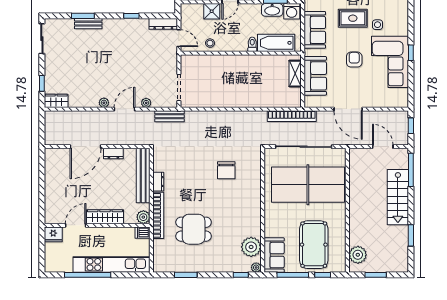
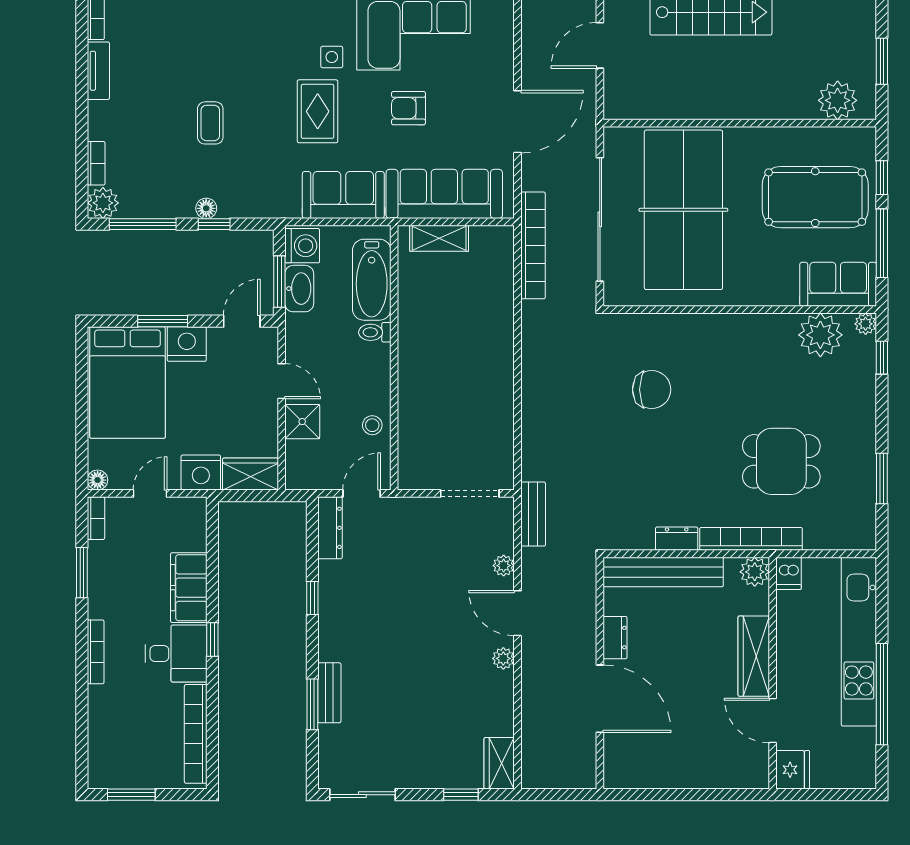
sofa: (315, 76) -> (444, 194), width x1.36
dining table: (194, 229) -> (781, 461), turned 90

